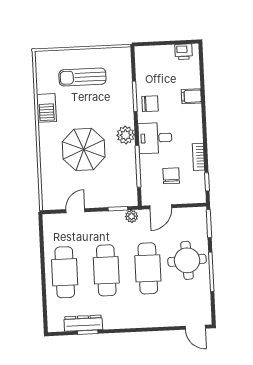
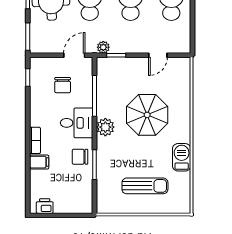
bookcase: (199, 157) -> (35, 140), moved

